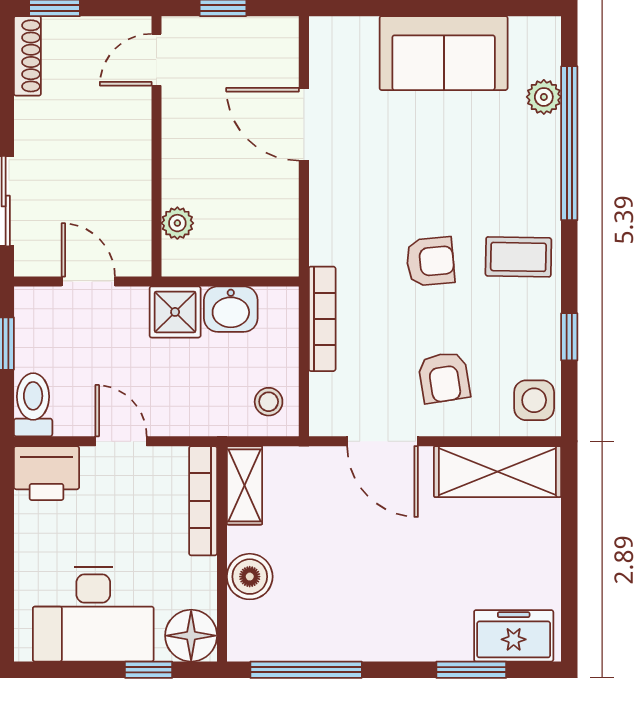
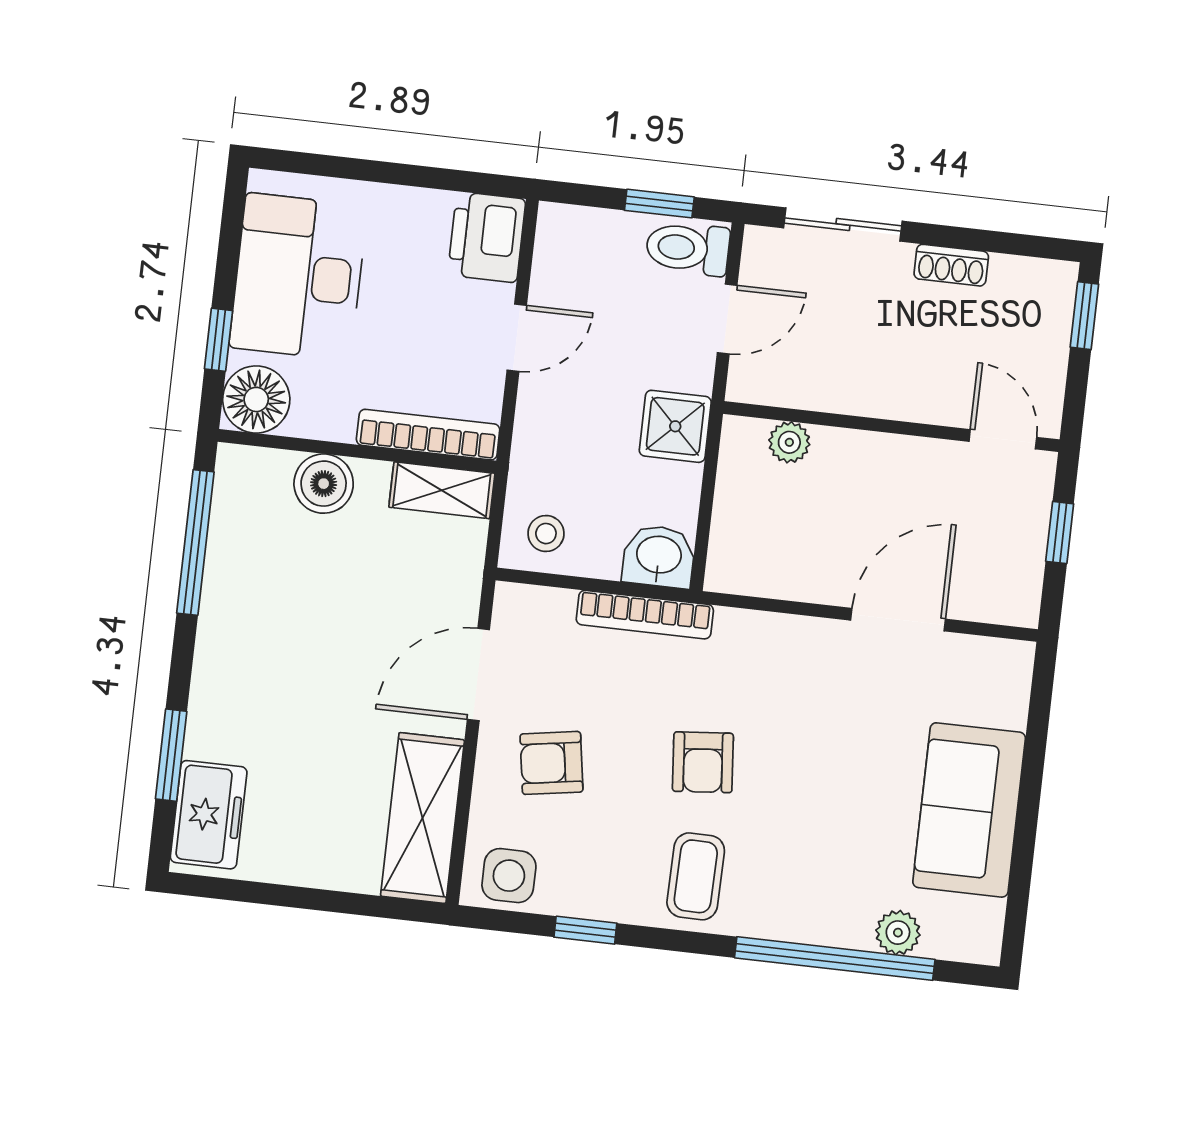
shoe rack: (27, 56) -> (951, 265), moved, width x0.70
washbasin: (231, 309) -> (659, 556), moved, turned 90
toilet: (33, 405) -> (688, 248), moved, turned 180

